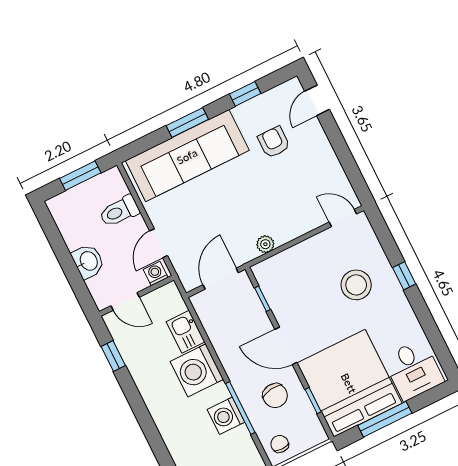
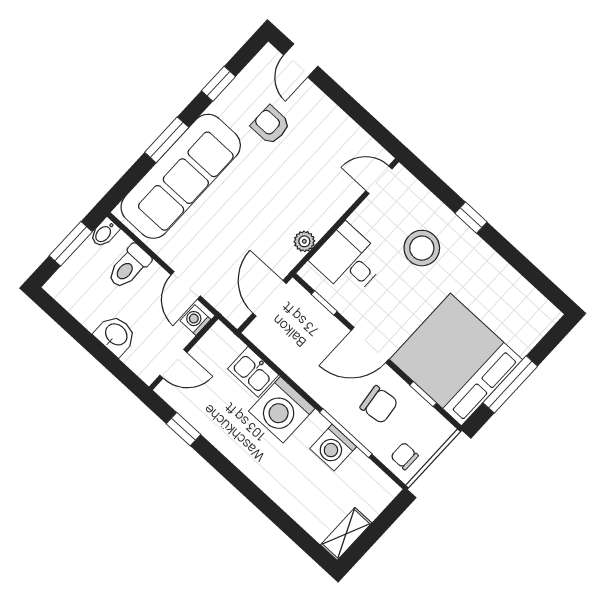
bidet: (110, 177) -> (104, 233), added
desk: (413, 370) -> (348, 260), moved, turned 180

